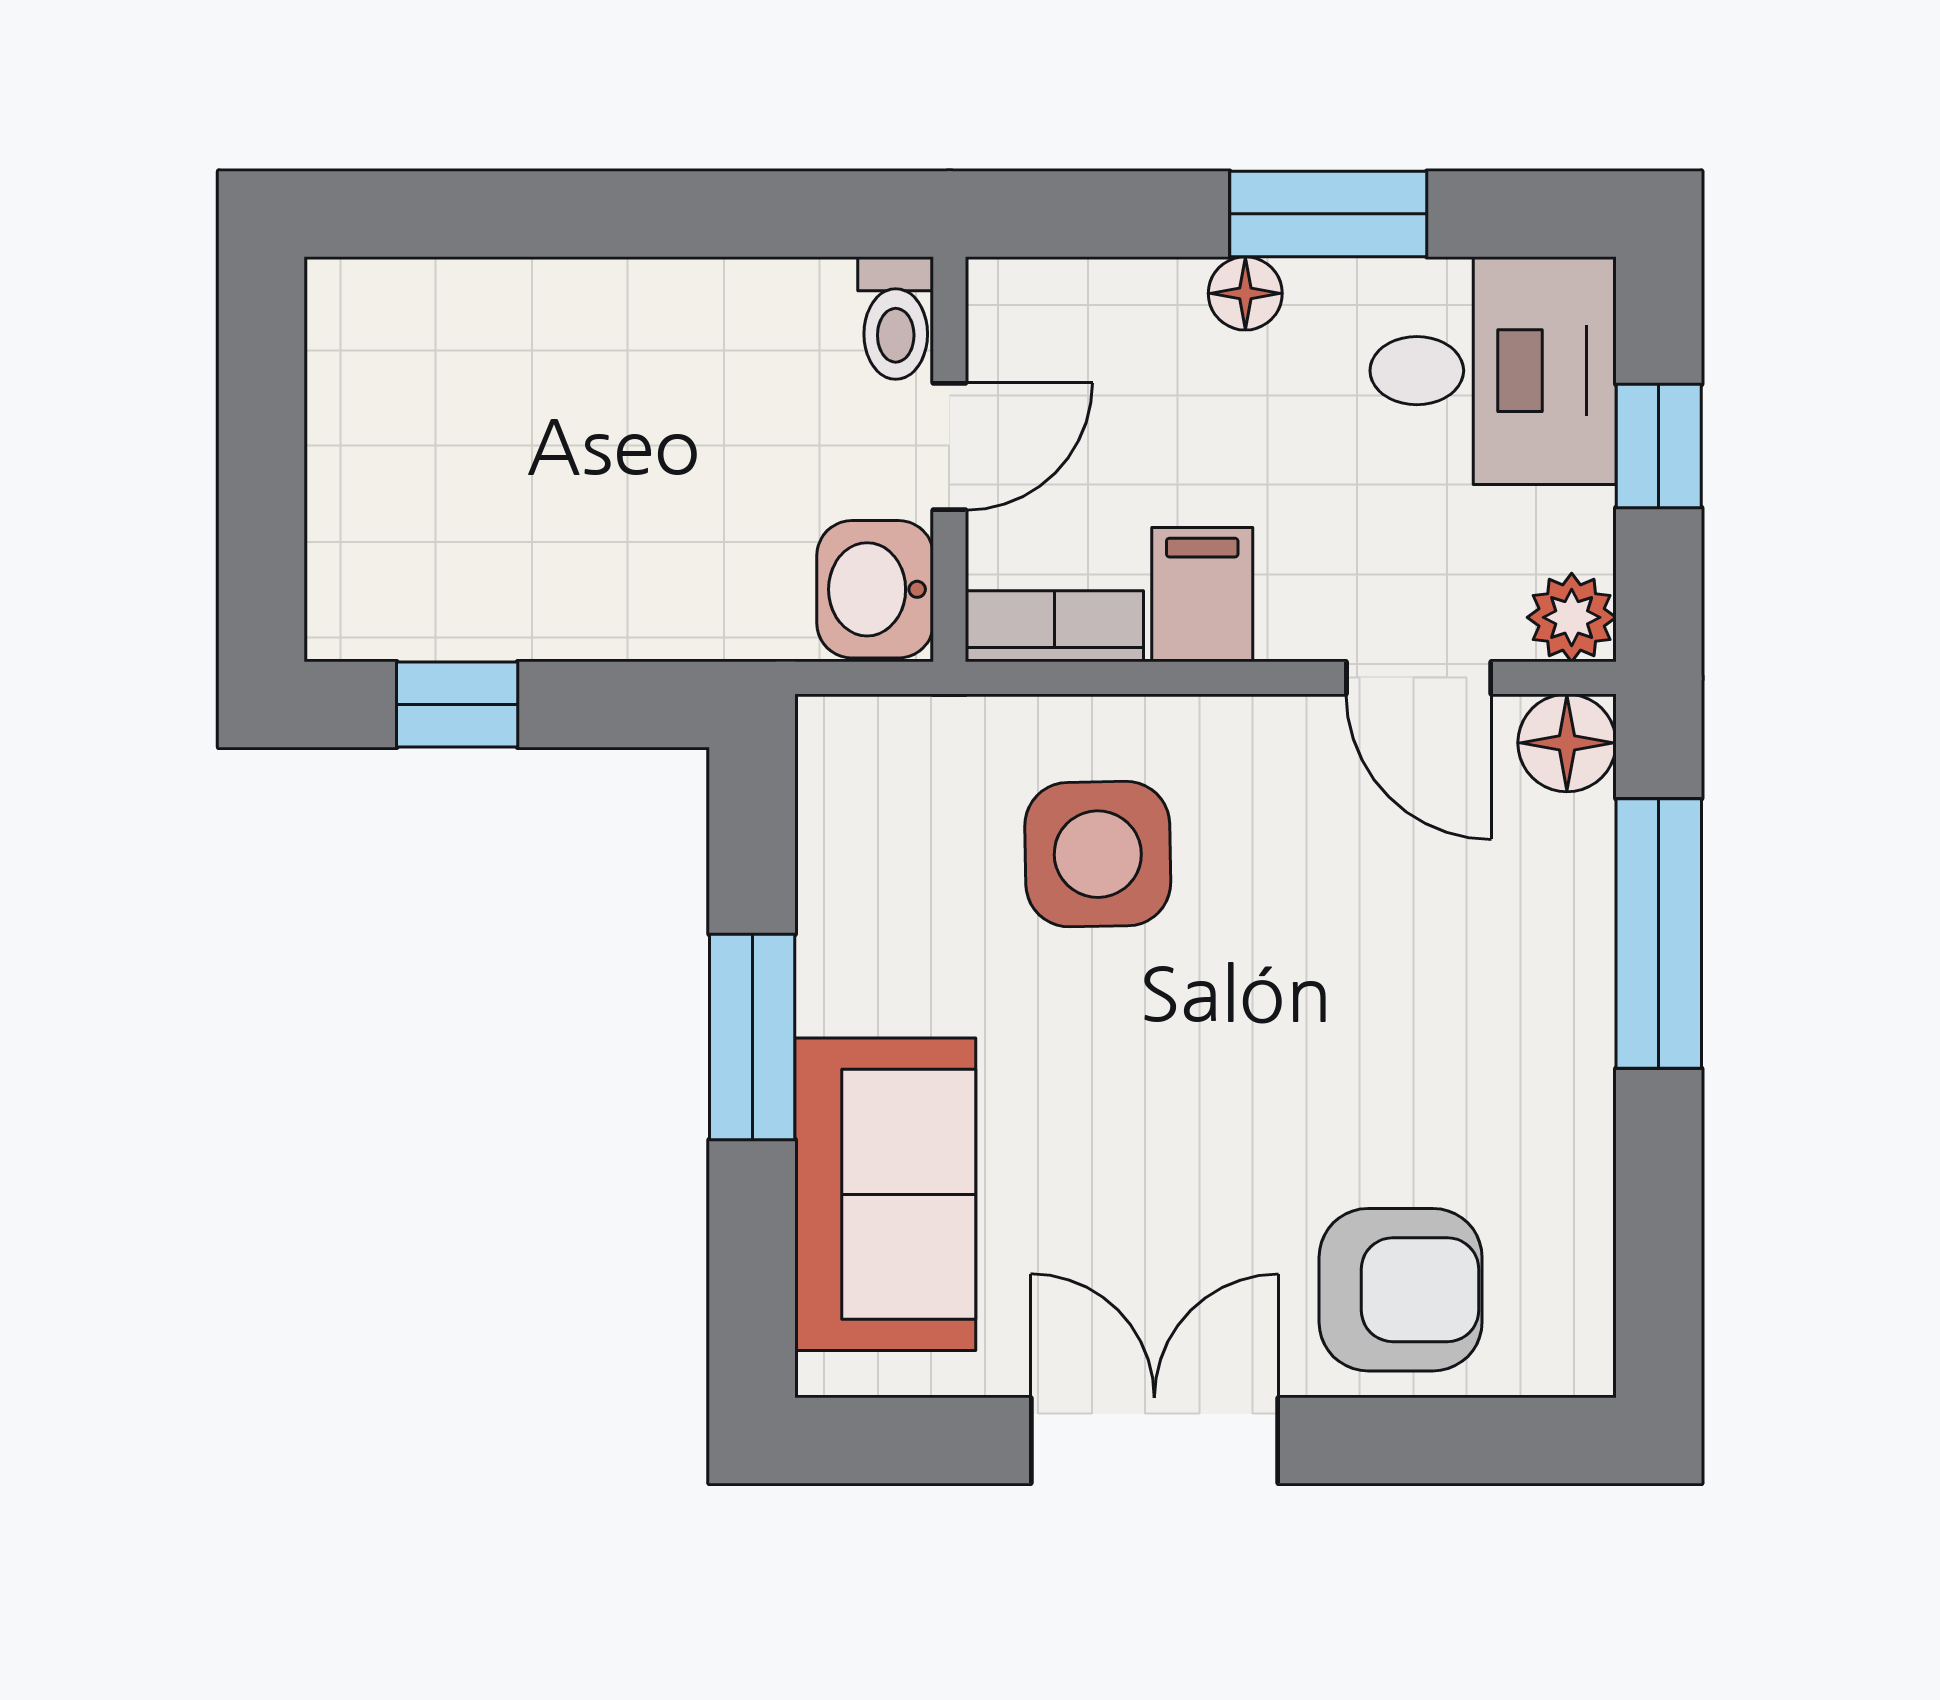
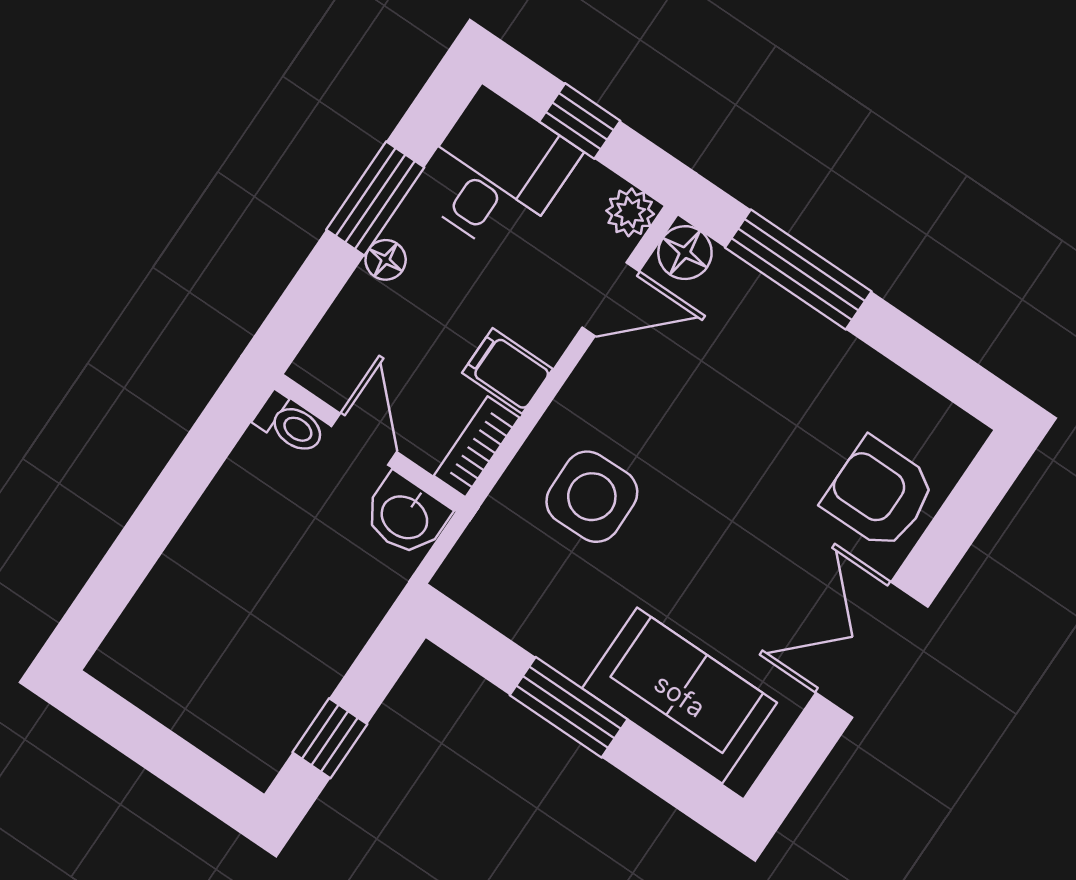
armchair: (1401, 1290) -> (879, 494), turned -90

